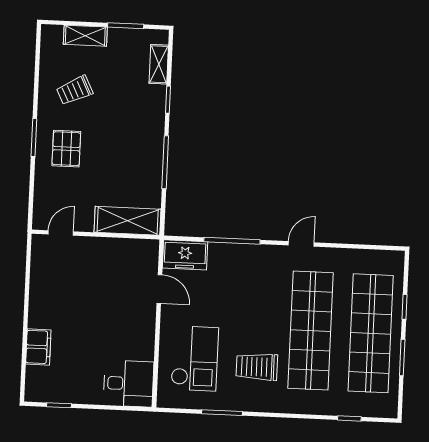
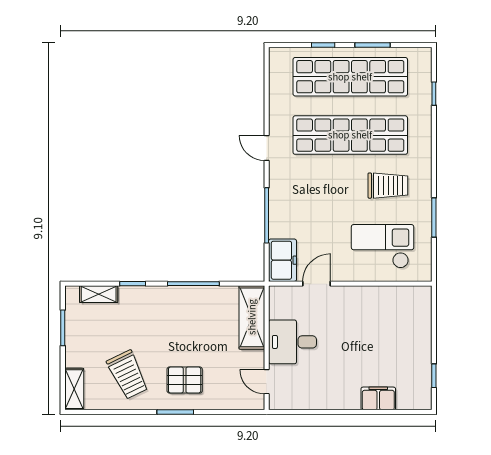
shelving: (85, 36) -> (74, 389), moved
trolley: (75, 90) -> (128, 375), width x1.36, depth x1.39
trolley: (257, 367) -> (388, 186), turned -90
desk: (128, 384) -> (292, 342), moved, turned -90

